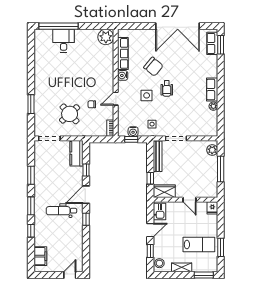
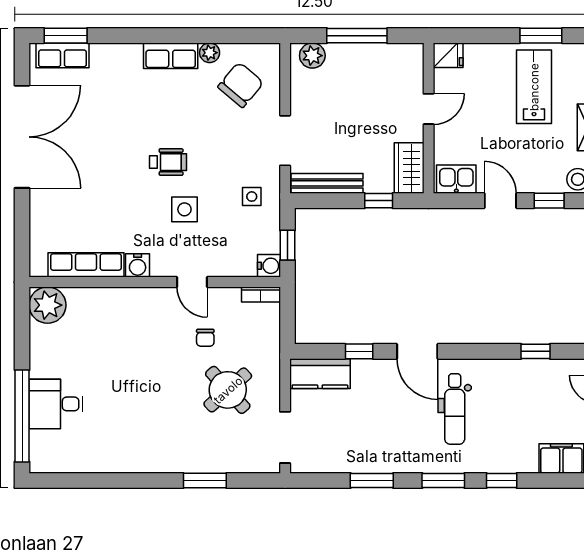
chair: (153, 67) -> (241, 85), moved
water cooler: (133, 131) -> (269, 266), moved
window: (86, 219) -> (536, 351), moved

